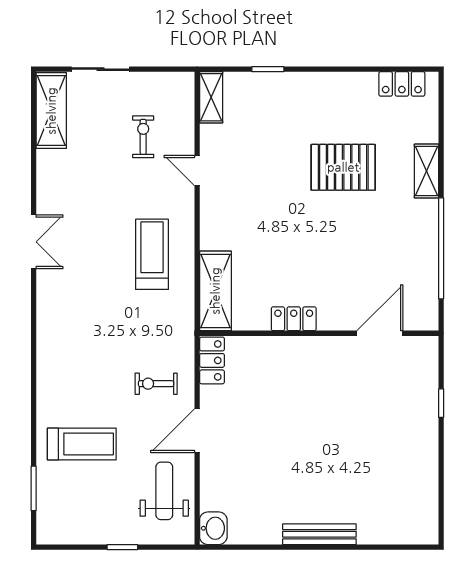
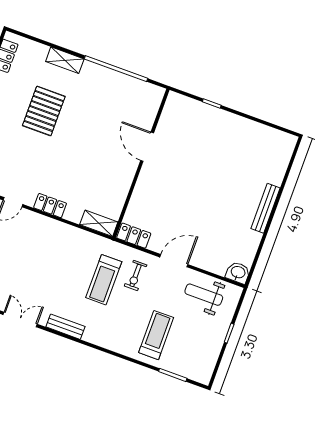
treadmill: (152, 254) -> (104, 280), moved, turned -90
shelving: (215, 291) -> (99, 223), width x0.67, depth x0.75
bench: (47, 310) -> (65, 327), added
locker: (294, 319) -> (50, 206), moved, turned 90
door: (380, 333) -> (147, 147), moved
door: (197, 431) -> (174, 261), swing flipped

